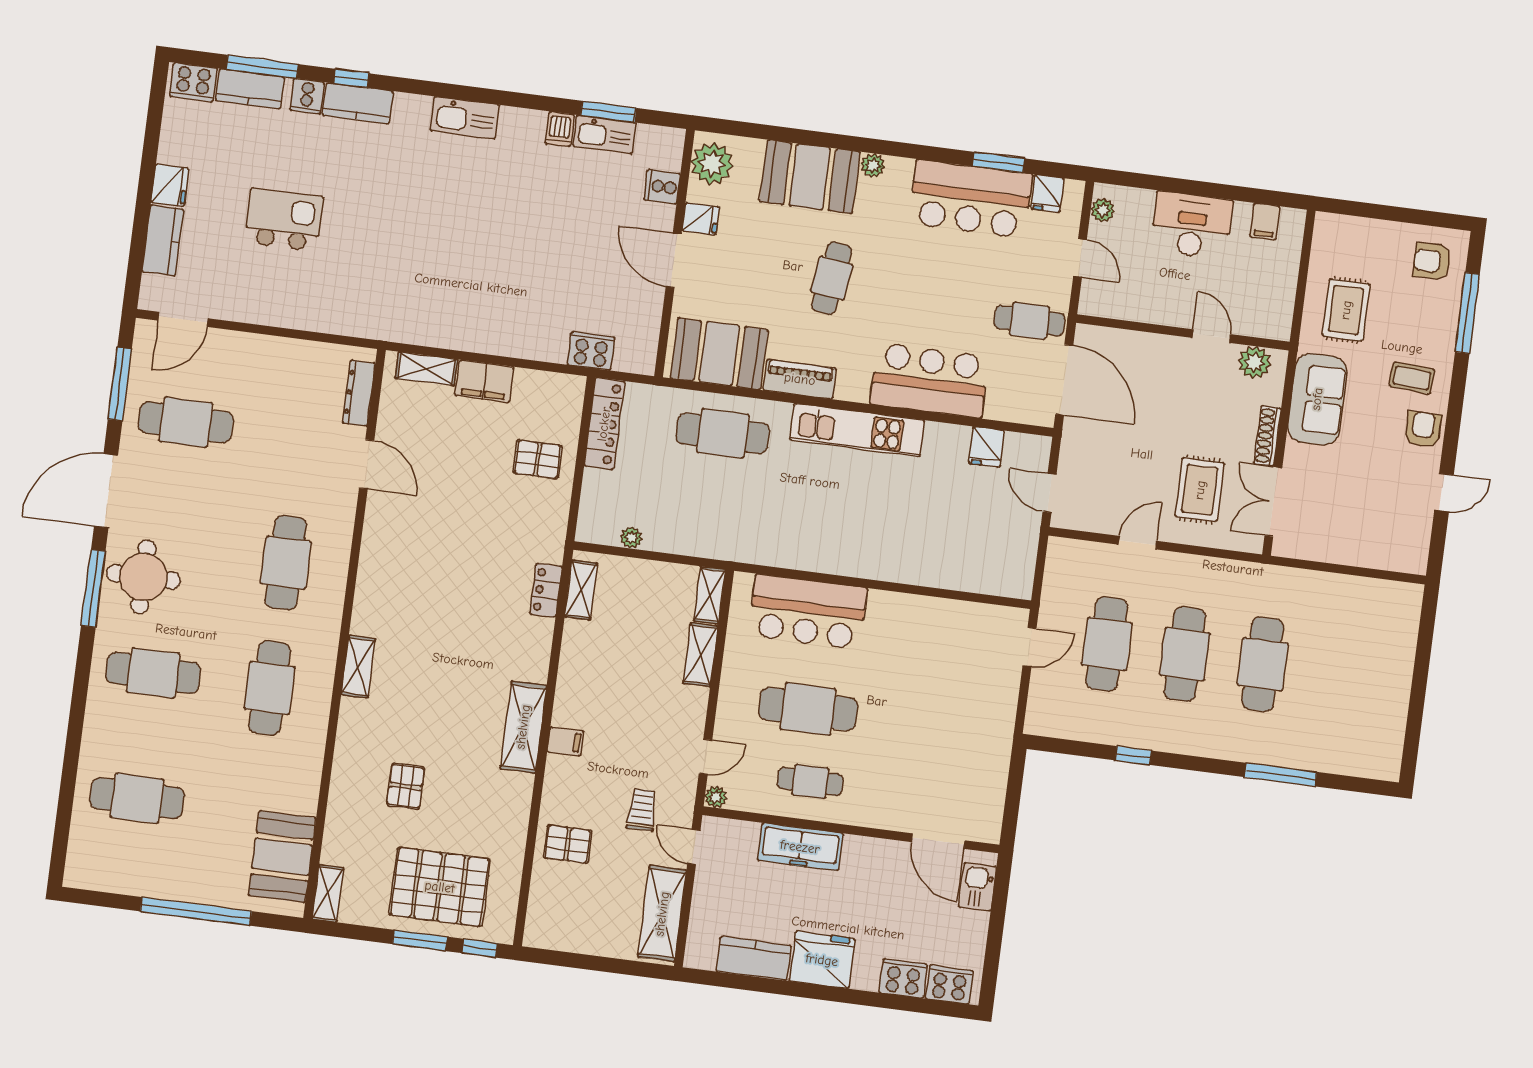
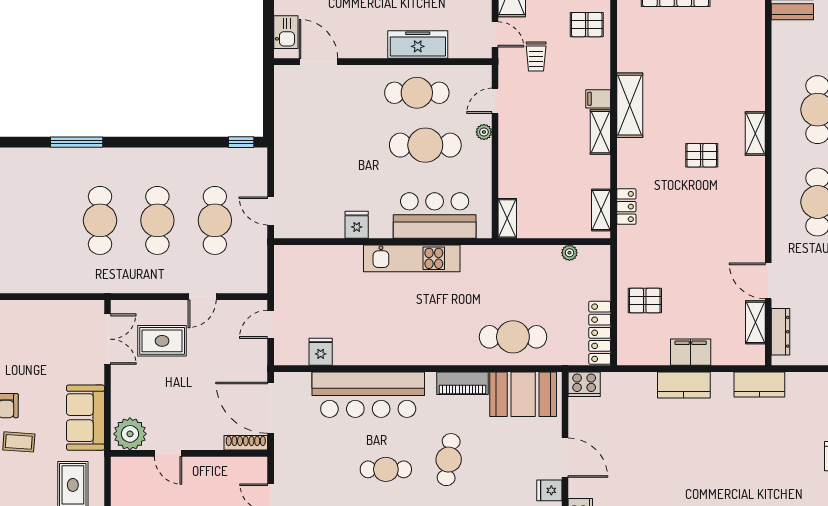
cafe table: (1029, 321) -> (386, 469), moved
kitchen counter: (397, 325) -> (759, 384), added
kitchen counter: (499, 338) -> (684, 385), added
cooker: (591, 351) -> (584, 384), moved
plant: (1254, 363) -> (130, 434), width x1.36, depth x1.36
shelving: (426, 369) -> (755, 322), moved, turned 90
bar counter: (929, 380) -> (368, 395), width x1.36
kitchen unit: (857, 430) -> (412, 258), moved, turned 180
shoe rack: (1267, 436) -> (246, 443), moved, turned -90
rug: (1200, 490) -> (162, 341), turned 90
door: (1050, 493) -> (271, 324), swing flipped
fridge: (915, 613) -> (357, 225), added
door: (1030, 647) -> (271, 211), hinge flipped
shelving: (701, 655) -> (600, 132), moved
window: (1133, 755) -> (241, 142), moved
cafe table: (810, 782) -> (417, 93), width x1.37, depth x1.35
pallet: (406, 786) -> (702, 155), moved, turned 90
plant: (716, 797) -> (484, 132), moved

